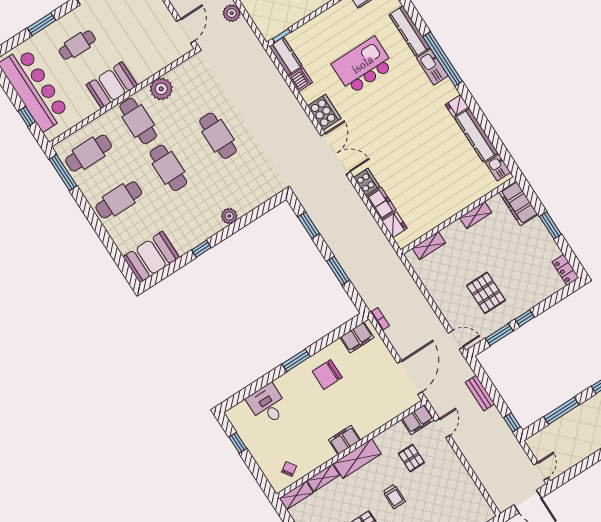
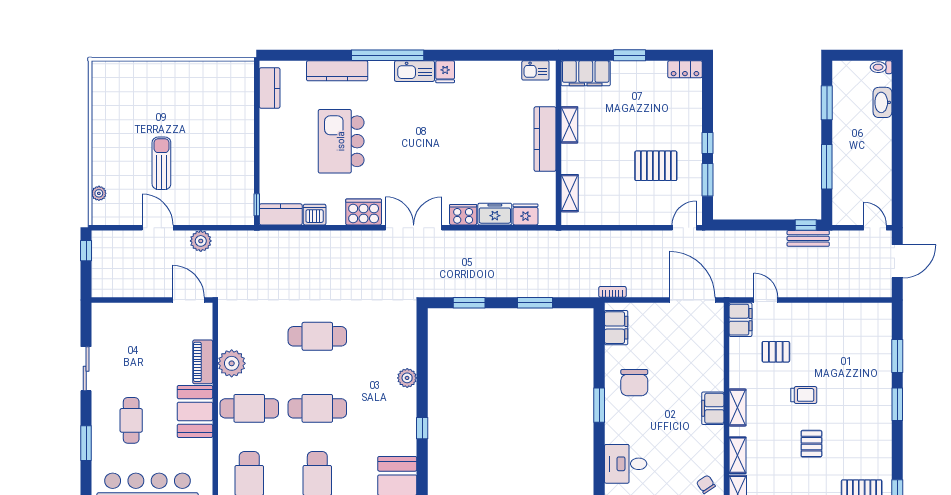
kitchen sink: (432, 67) -> (414, 71), moved
piano: (149, 68) -> (203, 362), added
kitchen counter: (476, 135) -> (545, 139), moved, turned 90
bench: (480, 393) -> (808, 238), moved
shelving: (357, 459) -> (738, 407), width x0.67, depth x0.75

